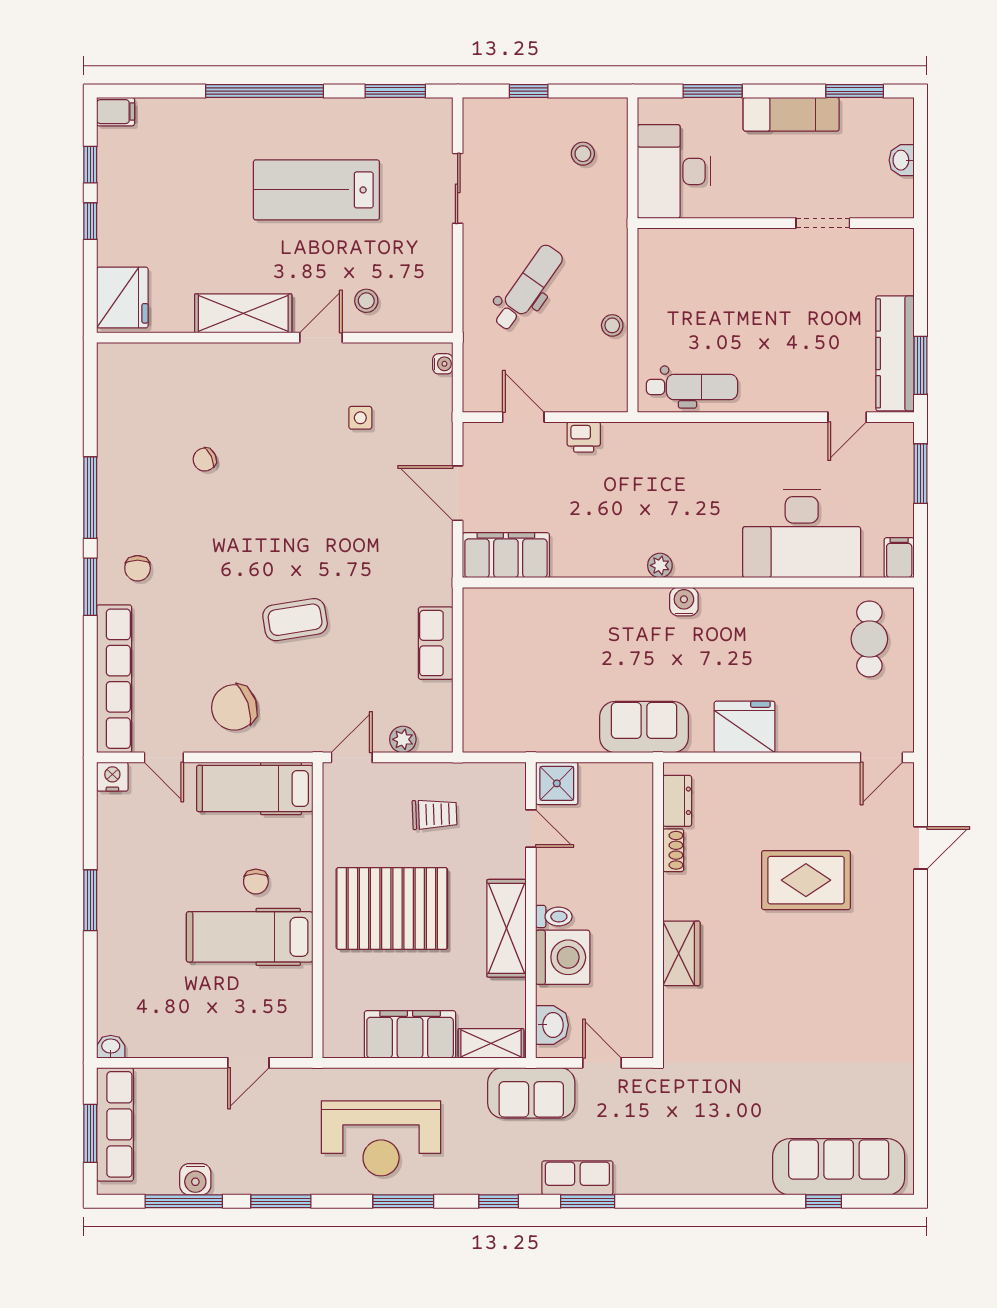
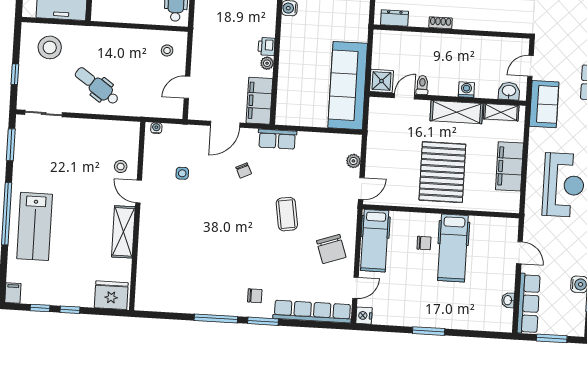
stool: (583, 154) -> (50, 47), width x1.89, depth x1.89
sliding door: (458, 188) -> (44, 113), moved
lab bench: (316, 190) -> (35, 226), moved
dental chair: (528, 288) -> (97, 86), moved
stool: (612, 325) -> (167, 50), moved
printer: (584, 437) -> (267, 46), moved, turned 180
chair: (205, 460) -> (244, 170), moved
plant: (660, 565) -> (267, 63), moved
row of seats: (436, 643) -> (277, 139), moved
sofa: (644, 727) -> (348, 86), moved, width x1.85, depth x1.27
door: (352, 757) -> (361, 189), swing flipped
trolley: (435, 814) -> (394, 147), removed
shoe rack: (673, 850) -> (441, 23), moved
toilet: (554, 917) -> (422, 85), moved
wardrobe: (682, 953) -> (475, 20), removed
washing machine: (563, 957) -> (466, 90), width x0.53, depth x0.53
shelving: (491, 1043) -> (501, 112), moved, turned 90
washbasin: (111, 1047) -> (508, 300), moved
row of seats: (115, 1124) -> (529, 304), moved, turned 90

